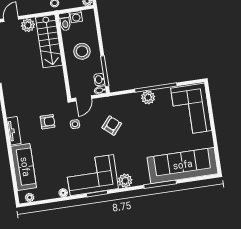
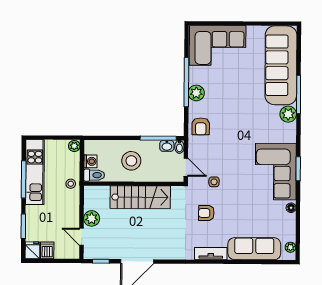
stairs: (49, 41) -> (140, 197), moved
armchair: (48, 122) -> (206, 213), turned -90
armchair: (112, 126) -> (201, 126), moved, turned -131
plant: (125, 181) -> (288, 114), moved

